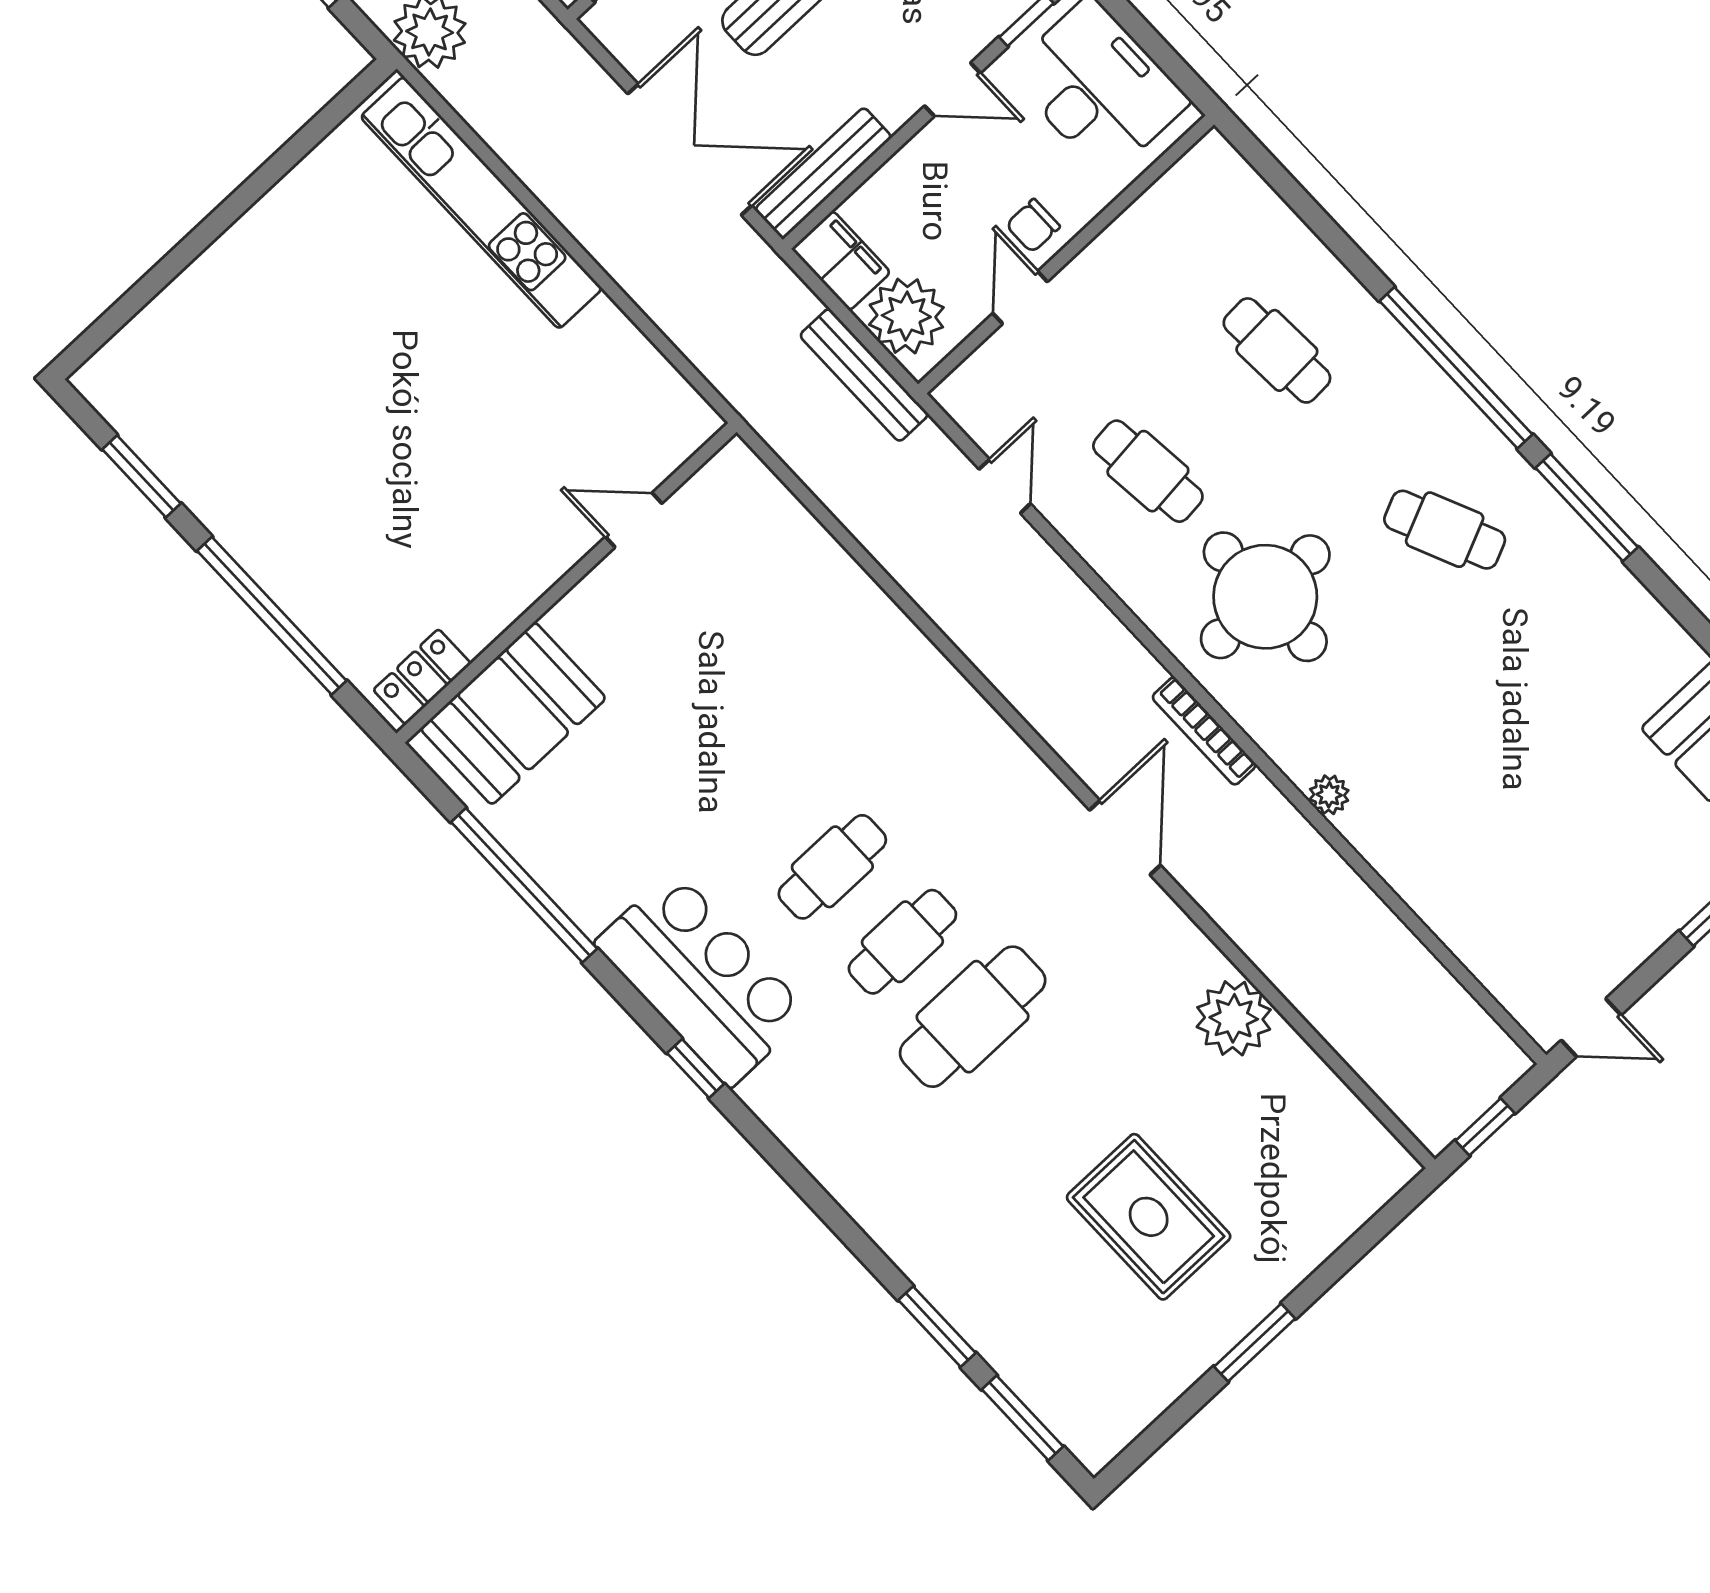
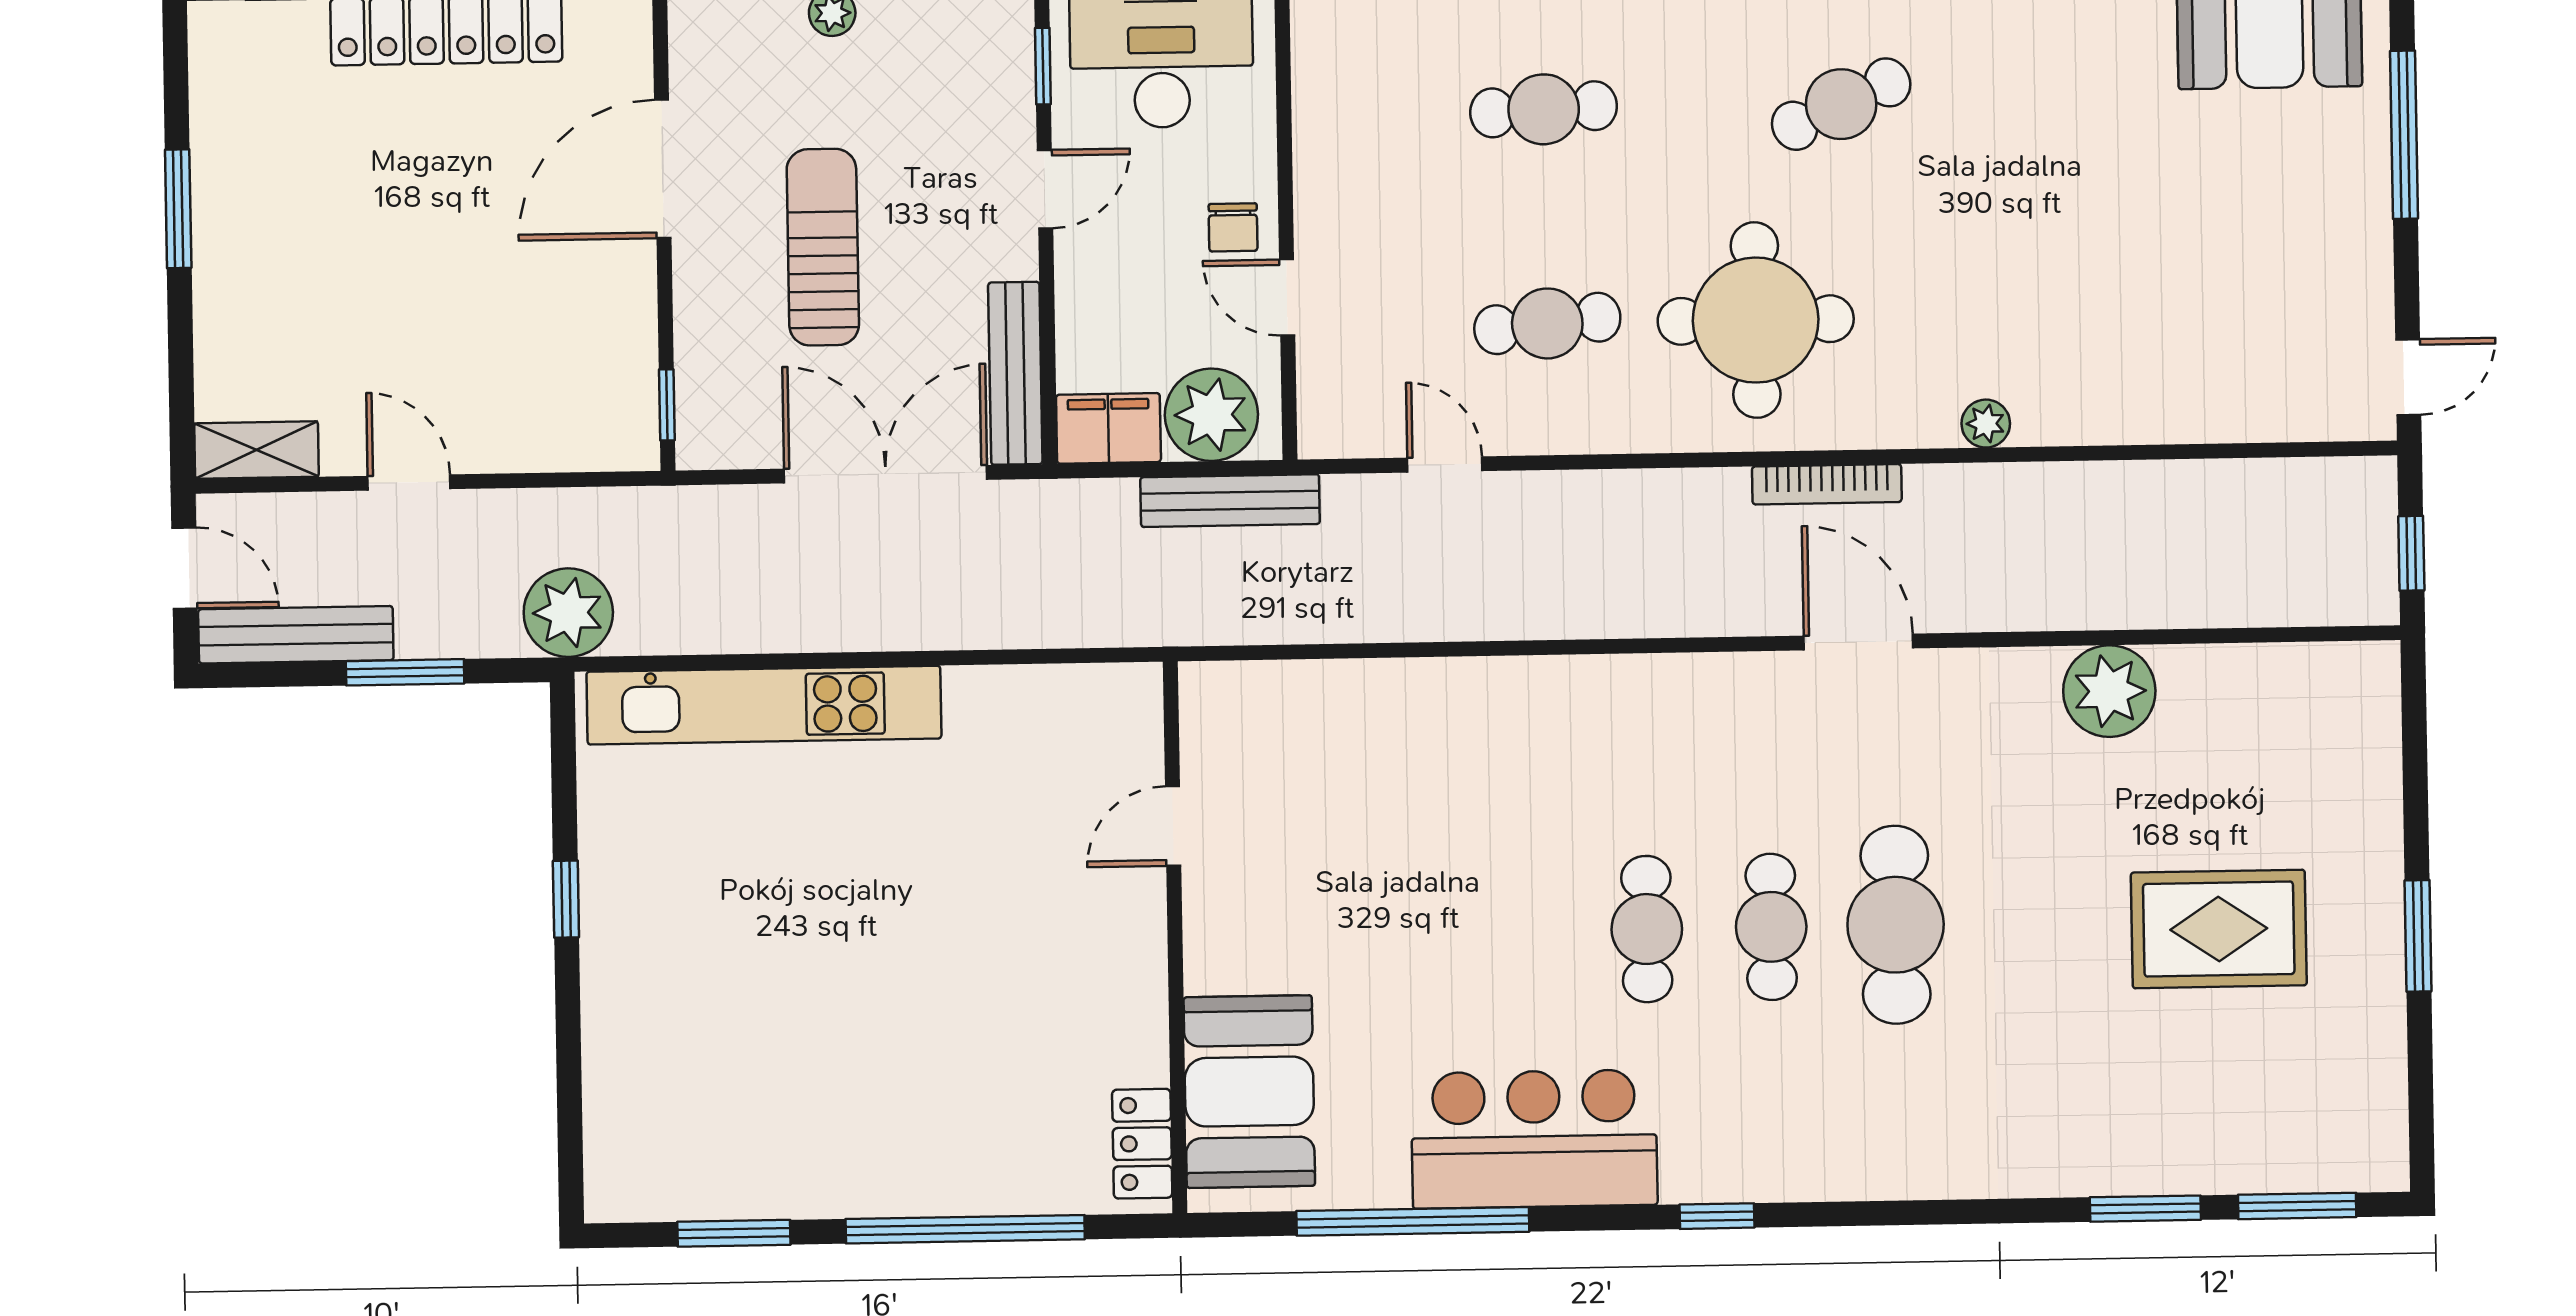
window: (253, 189) -> (566, 899), added
bar counter: (702, 978) -> (1534, 1139), moved

